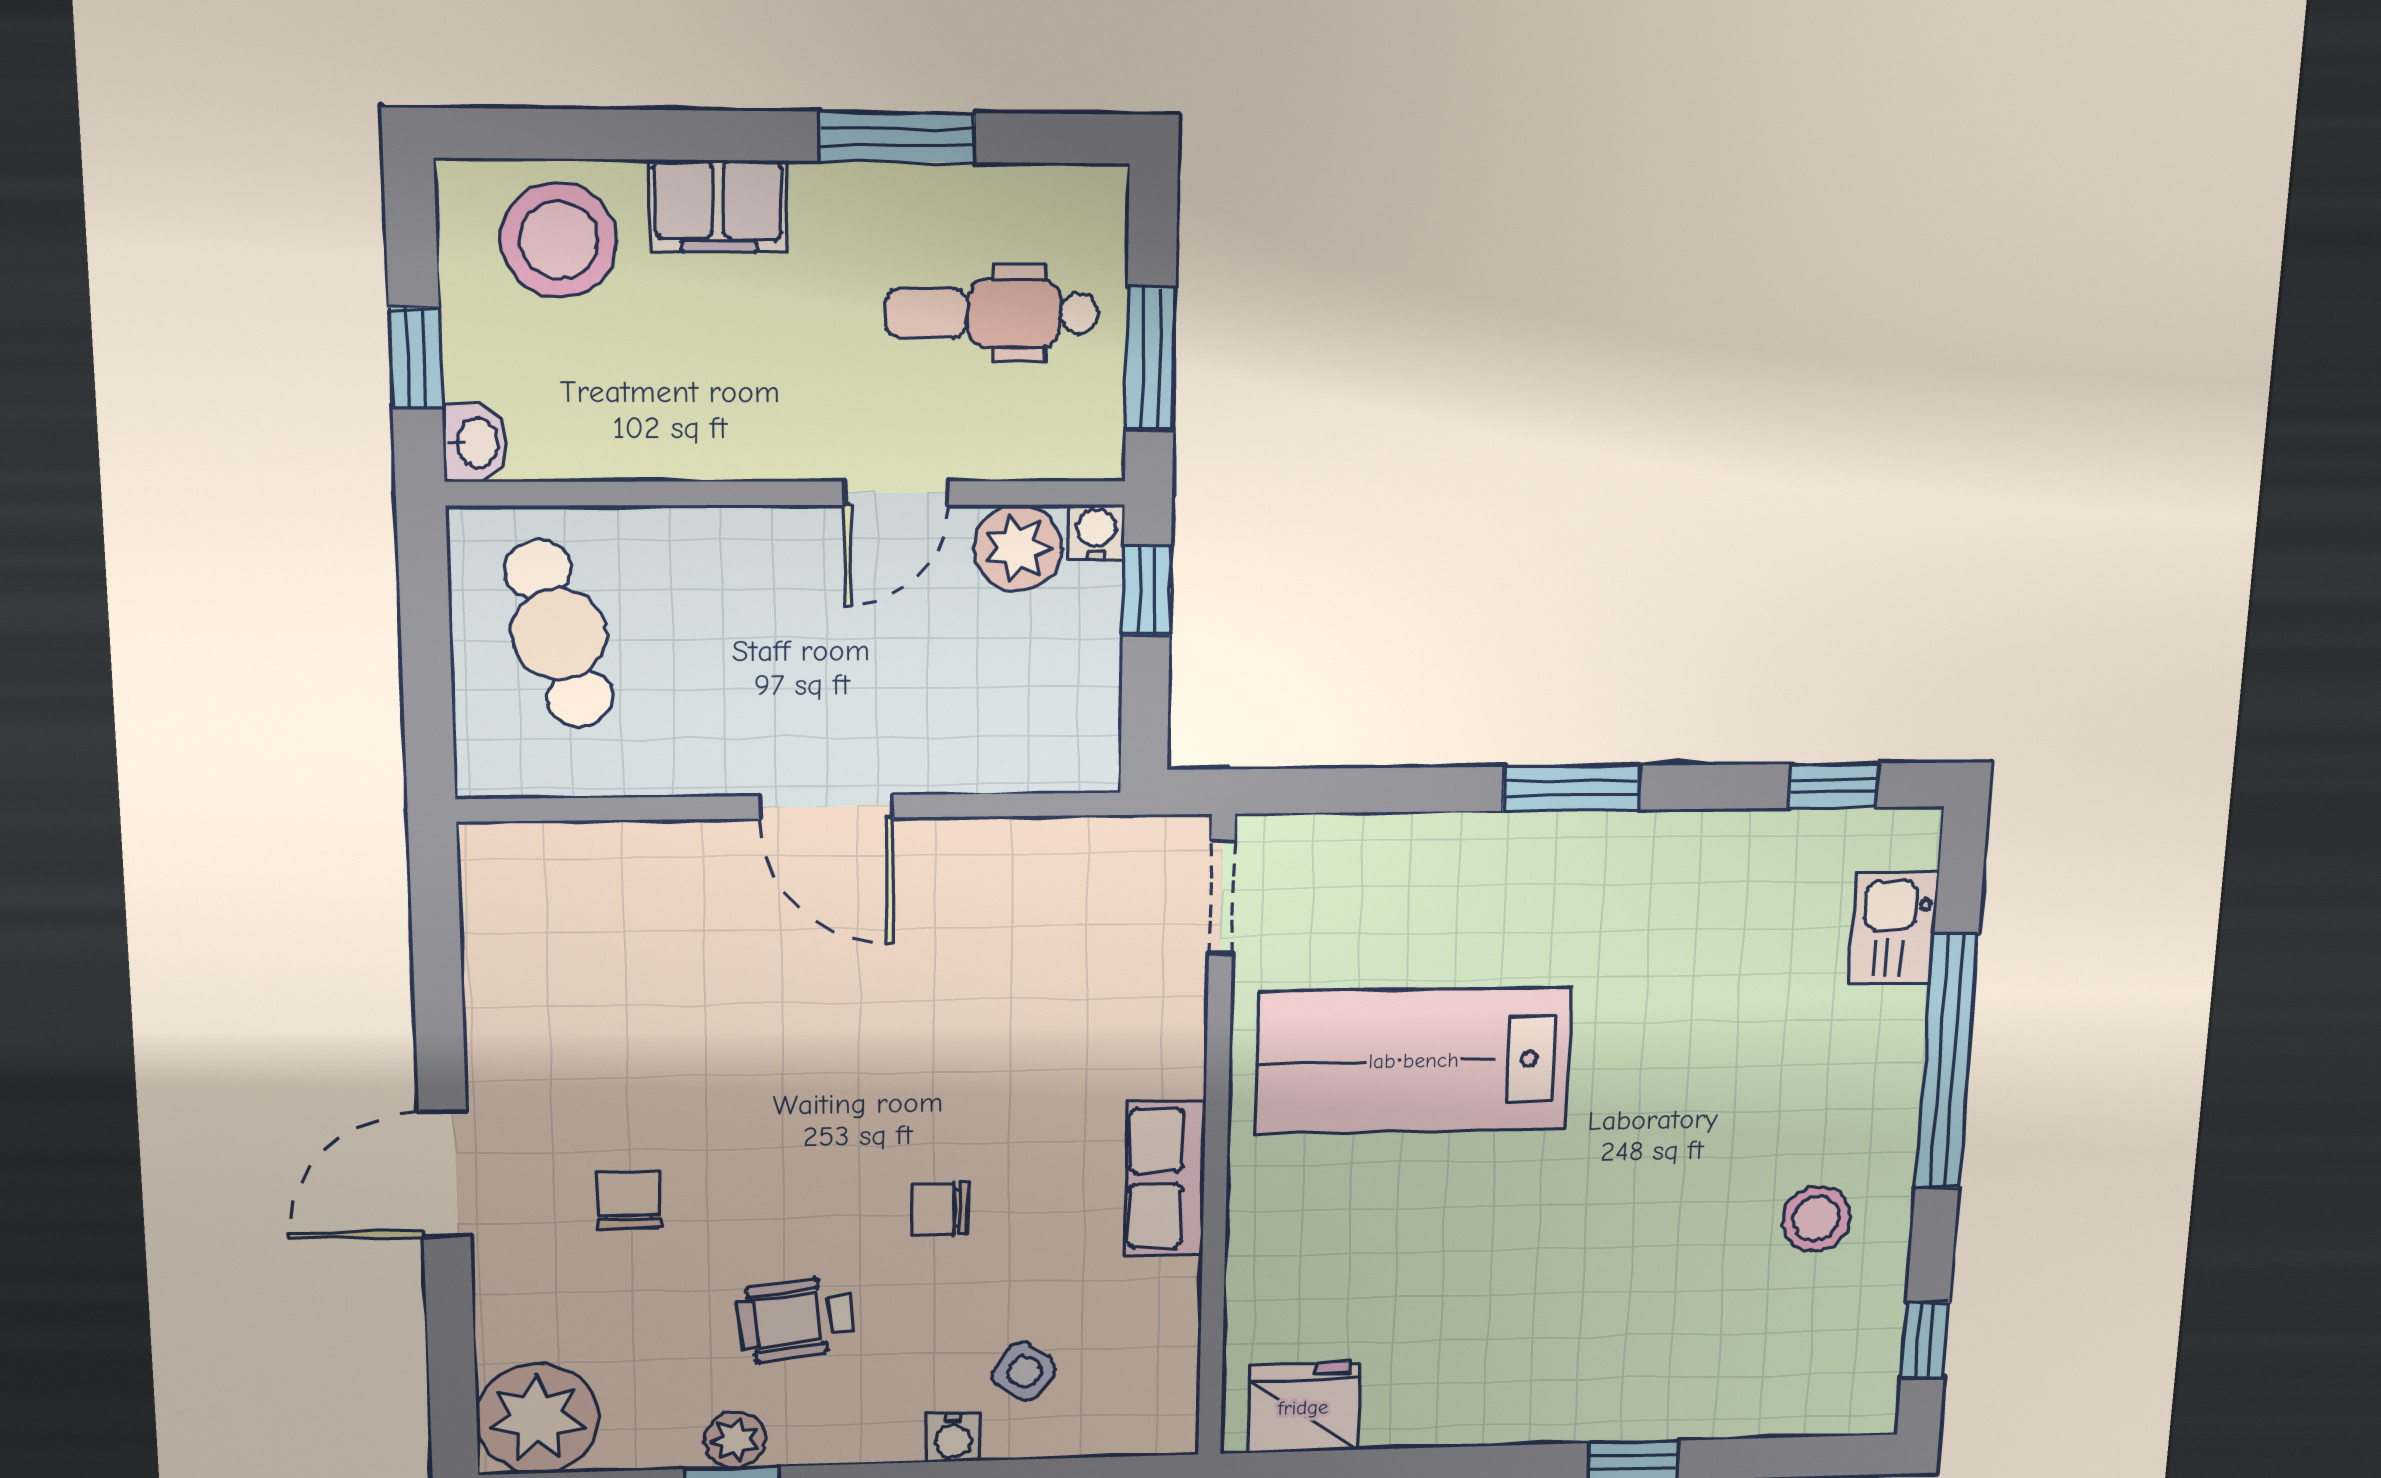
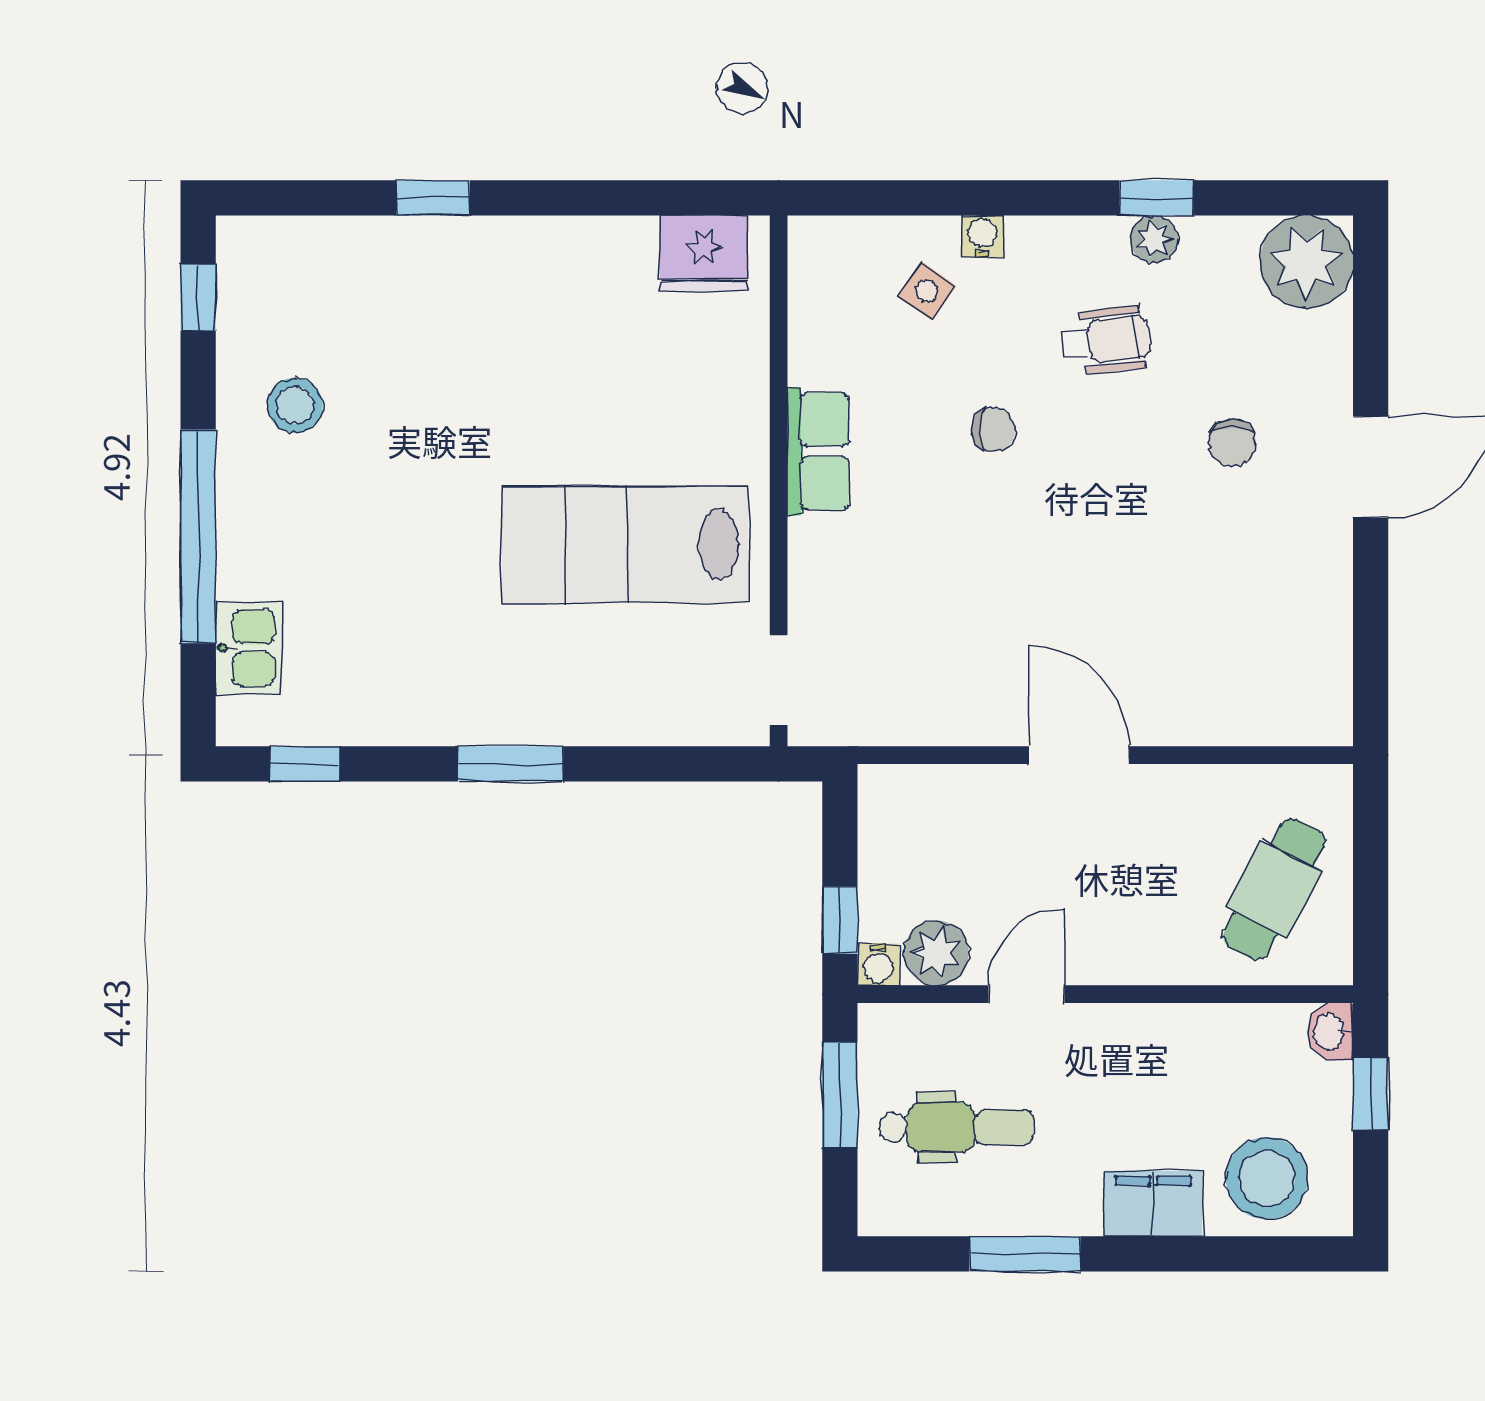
cafe table: (559, 634) -> (1274, 889), turned 44
lab bench: (1414, 1061) -> (625, 545), turned 180

